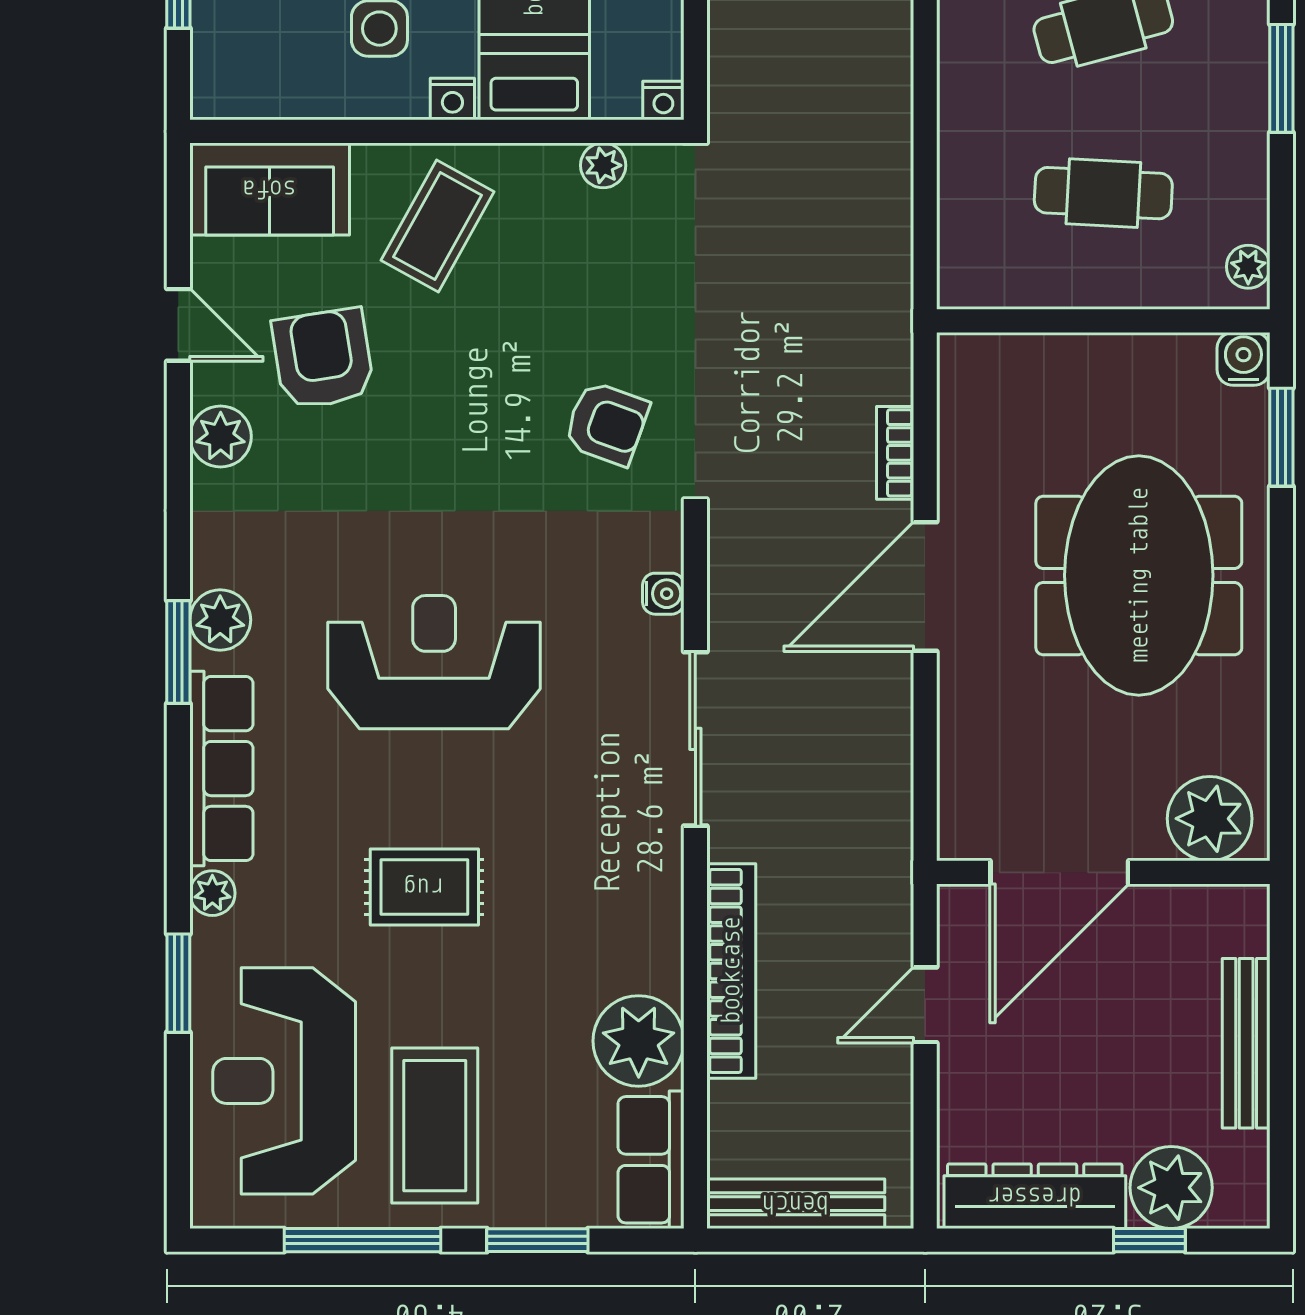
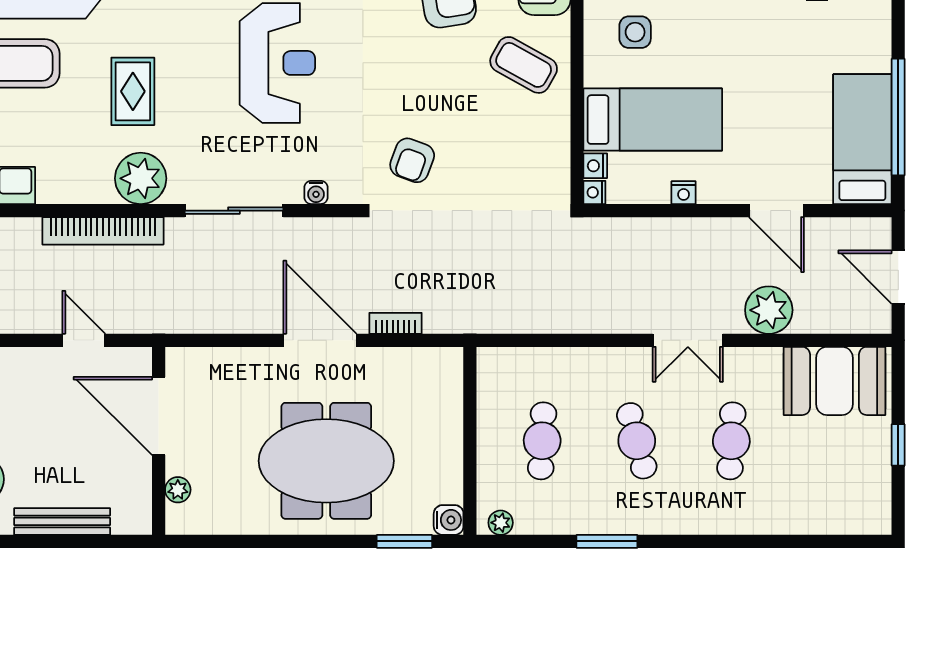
nightstand: (452, 99) -> (595, 166), moved
plant: (603, 165) -> (558, 158), removed
plant: (1210, 819) -> (178, 490), width x0.53, depth x0.53
rug: (424, 887) -> (133, 91), moved
plant: (639, 1041) -> (141, 178), moved

